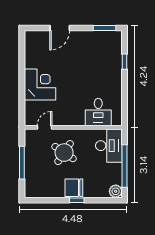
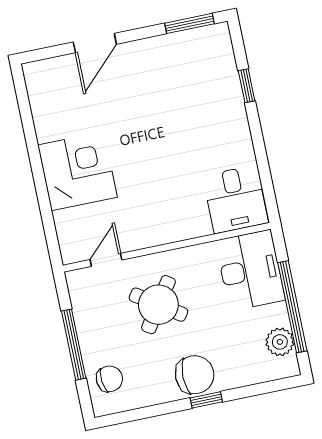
desk: (98, 112) -> (235, 199), moved
chair: (35, 182) -> (109, 379), added
chair: (74, 188) -> (195, 375), turned 180
plant: (116, 191) -> (280, 342), moved

